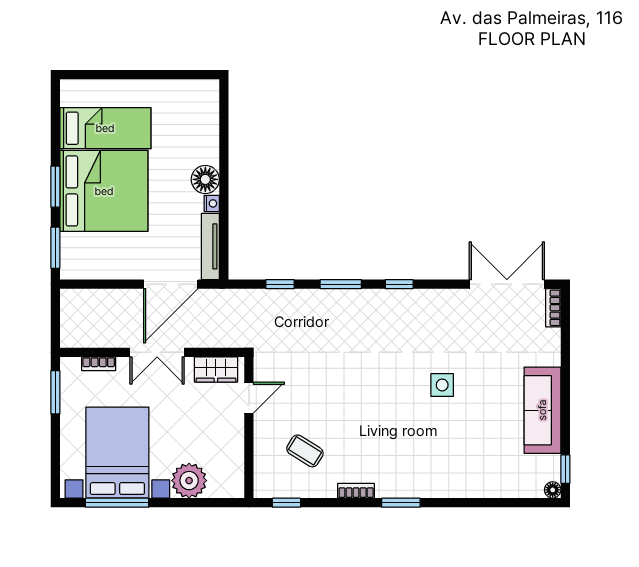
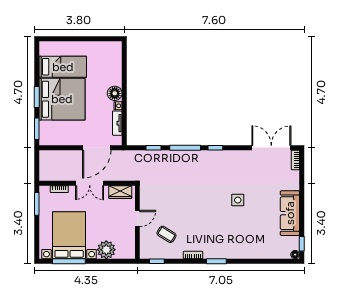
tv unit: (210, 246) -> (117, 123), width x0.71
window: (341, 284) -> (185, 148), width x1.44
door: (249, 398) -> (137, 219), moved

